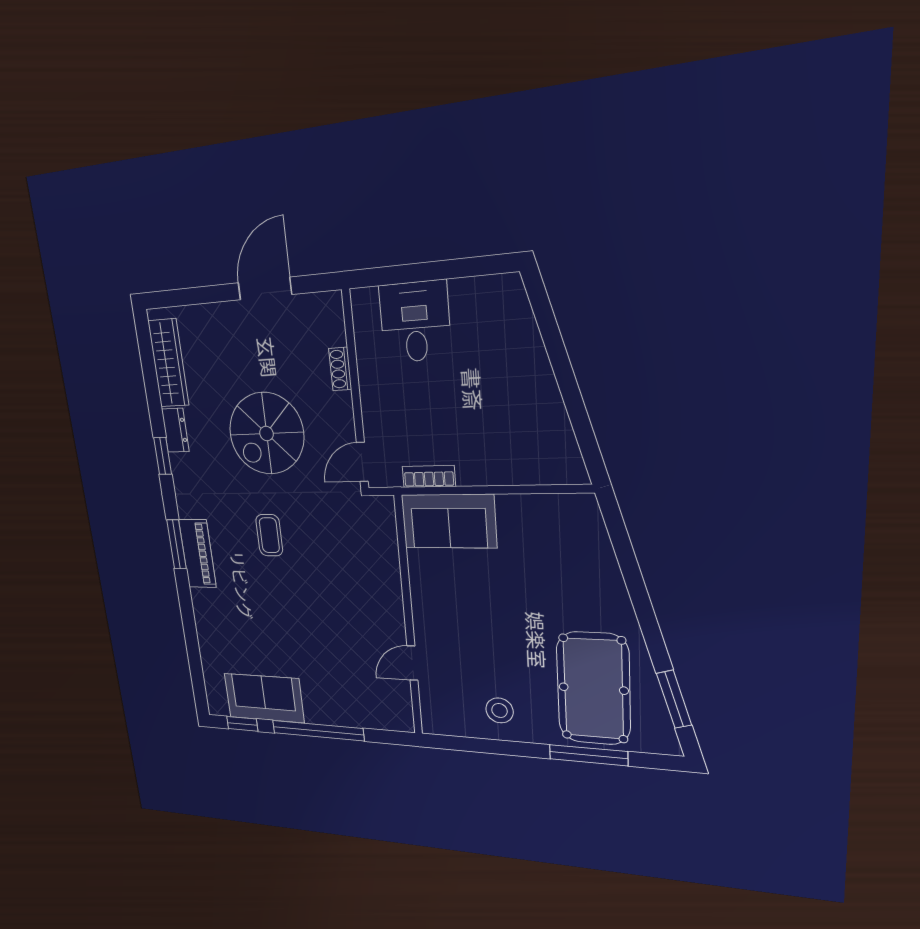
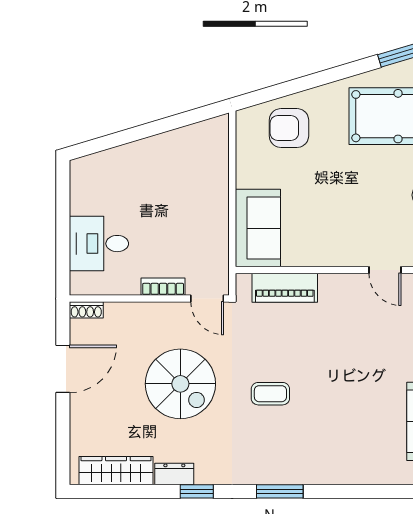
door: (265, 289) -> (63, 369), swing flipped
shoe rack: (340, 369) -> (86, 310), moved
bookcase: (429, 476) -> (163, 287), moved, turned 90
piano: (198, 554) -> (285, 288), moved, turned 180
armchair: (574, 560) -> (289, 128), added

